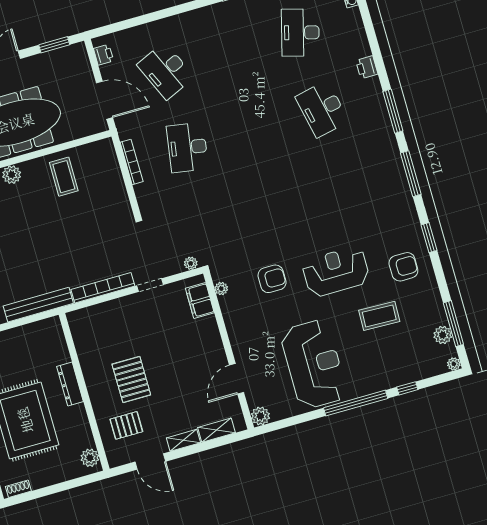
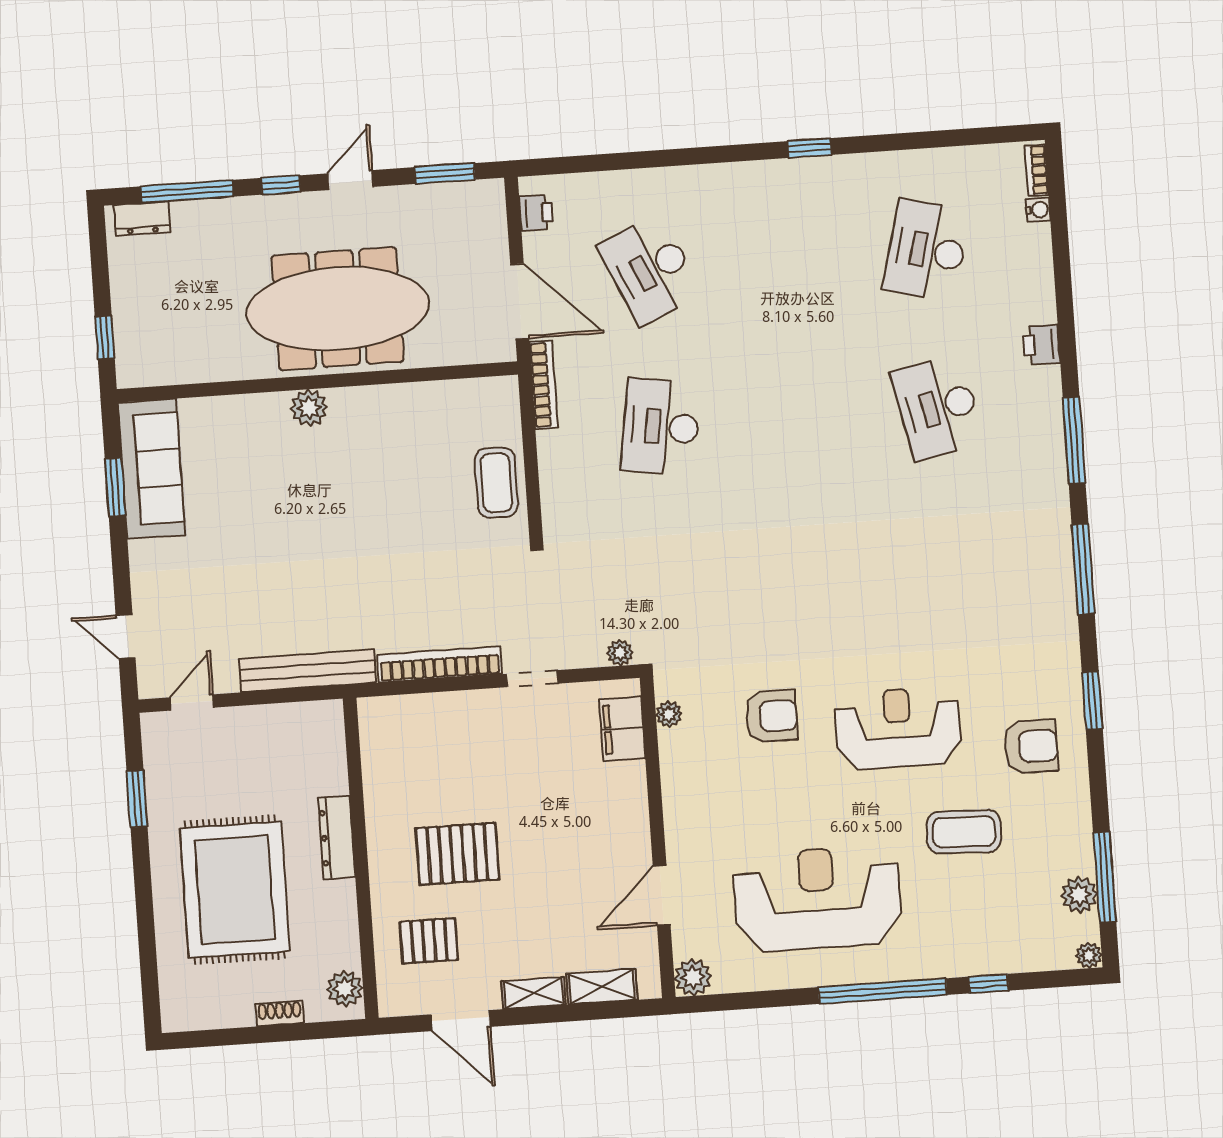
bookcase: (132, 162) -> (543, 385), moved
coffee table: (64, 177) -> (496, 483), moved
reception desk: (314, 364) -> (817, 899), turned -90
pallet: (131, 380) -> (457, 854), turned 90
shoe rack: (18, 489) -> (280, 1013), moved

